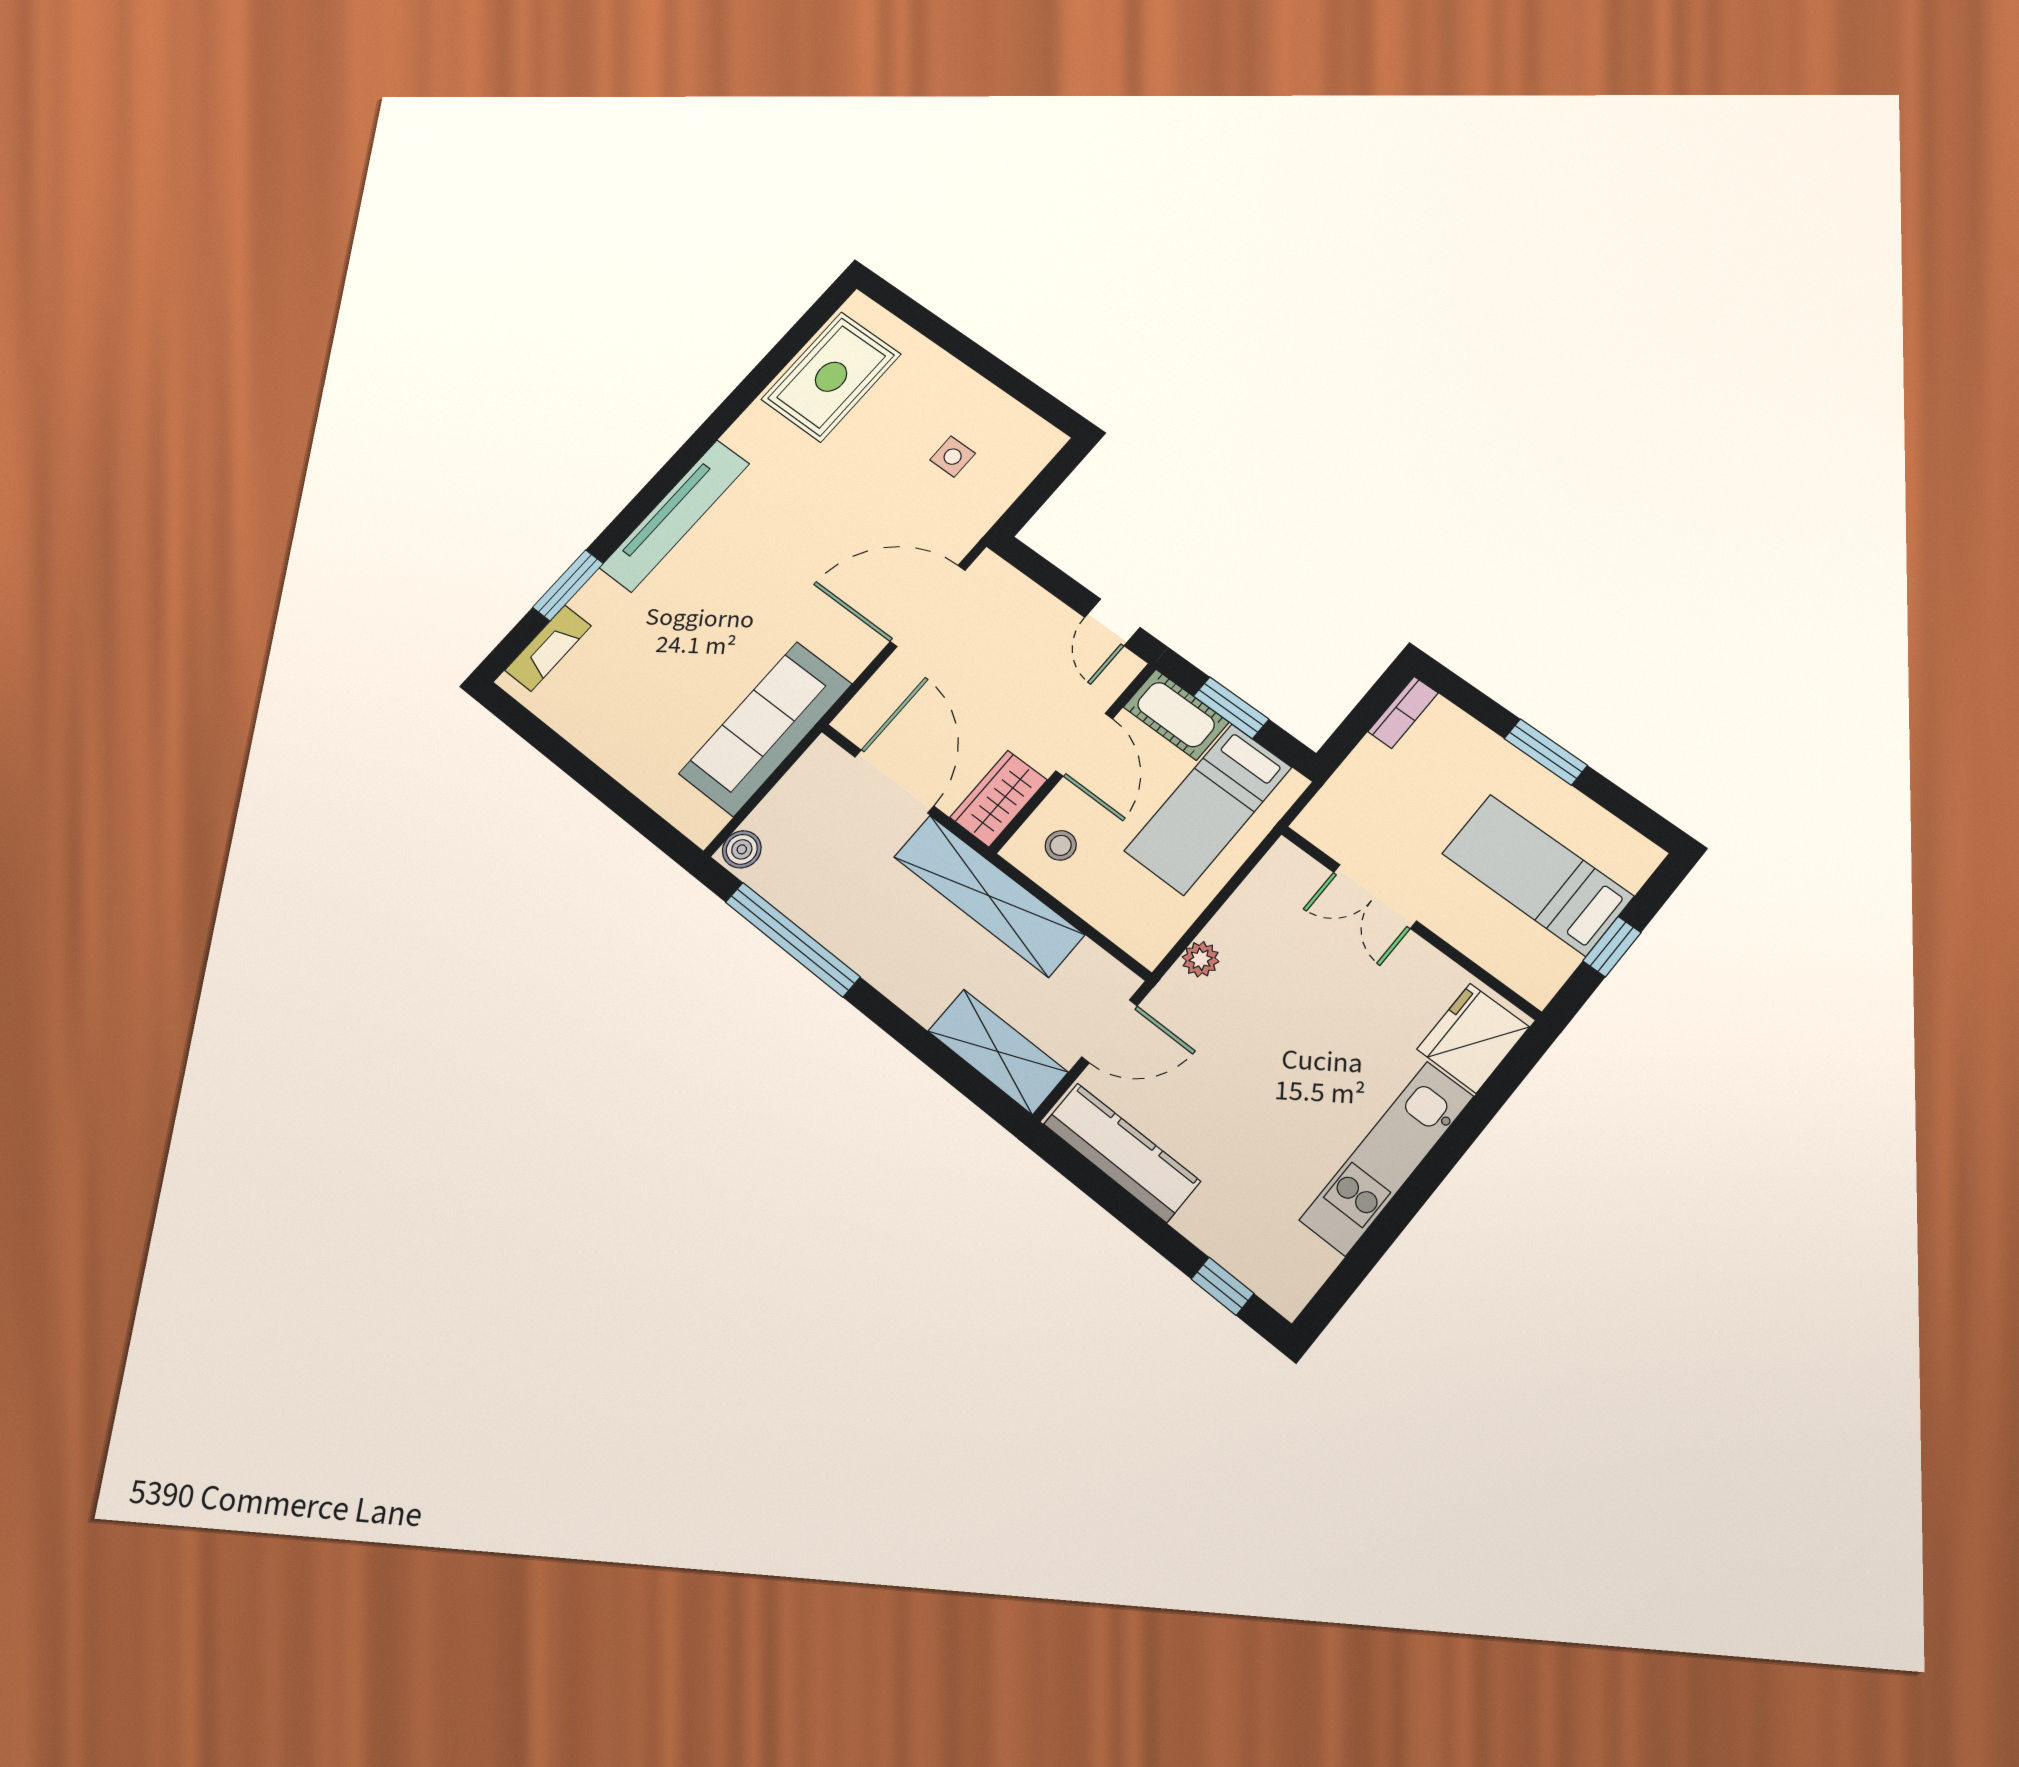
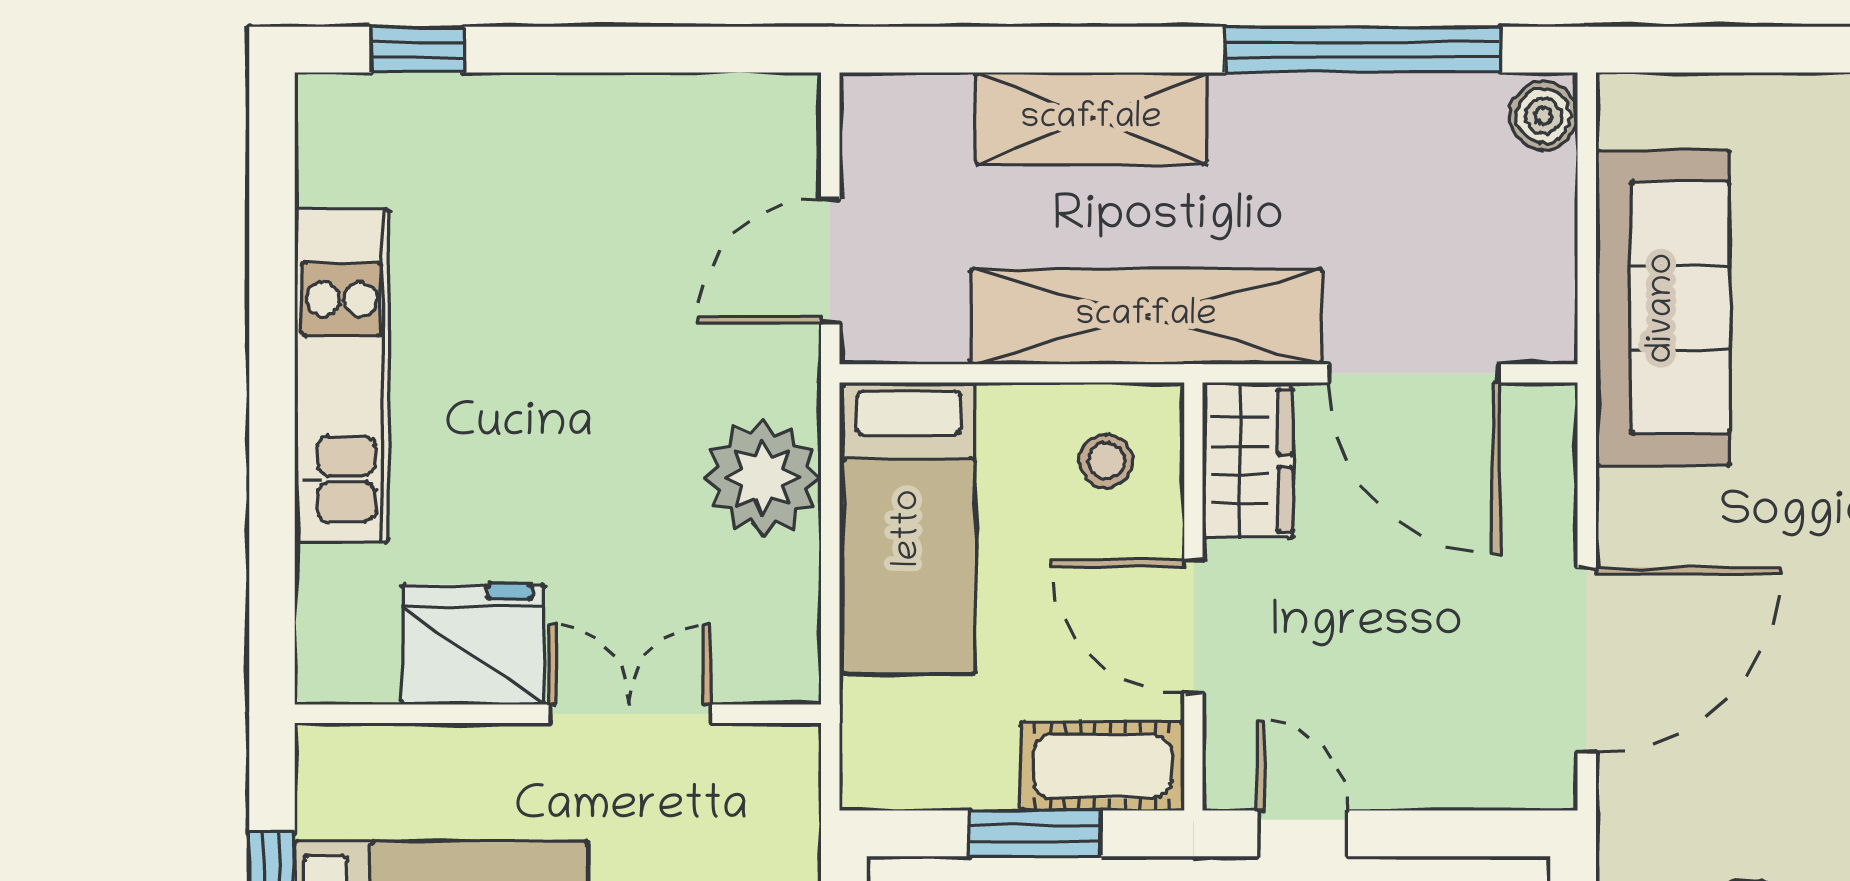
bed: (1208, 809) -> (909, 528), moved, turned 180
plant: (1201, 959) -> (763, 478), width x1.87, depth x1.87
fridge: (1473, 1038) -> (473, 645), moved, turned -90
shelving: (998, 1052) -> (1091, 119), moved
kitchen counter: (1122, 1152) -> (683, 116), removed

